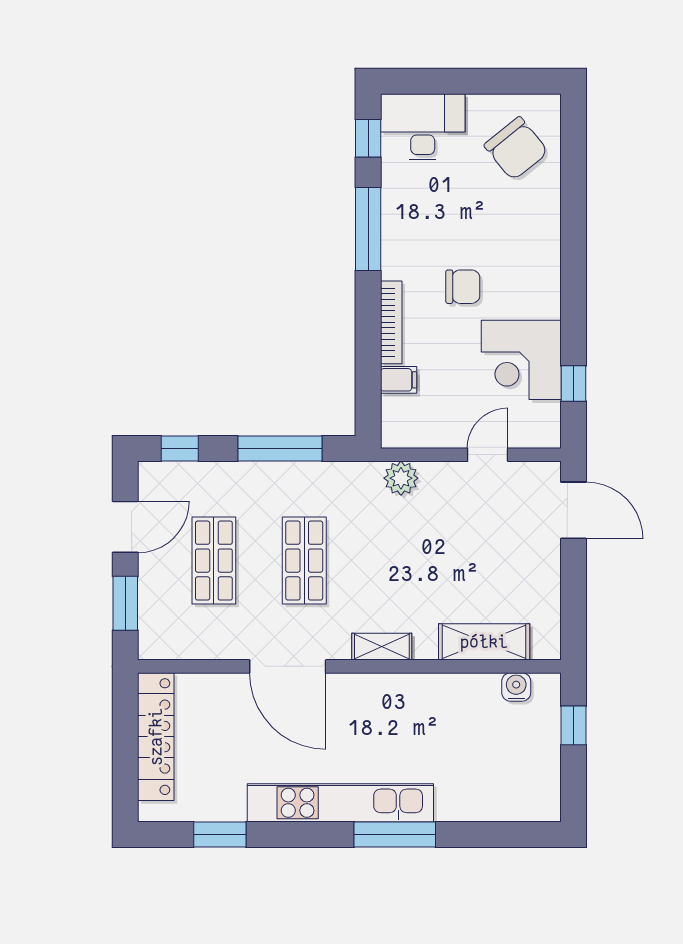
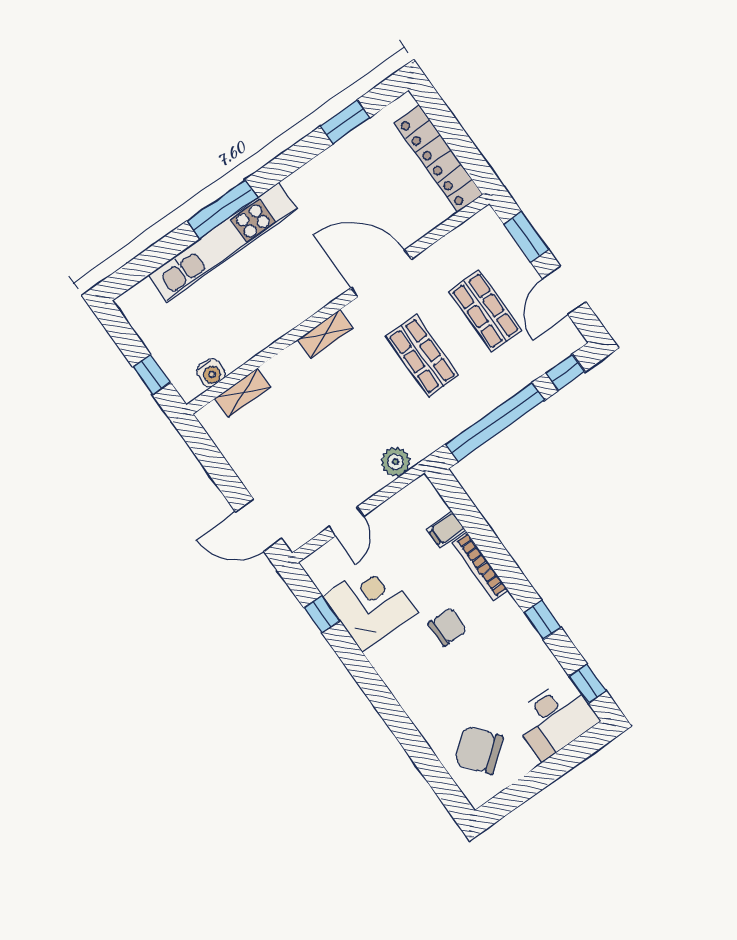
window: (368, 229) -> (543, 620), width x0.46
chair: (463, 287) -> (447, 627), turned 180
window: (280, 449) -> (495, 422), width x1.46
shelving: (484, 642) -> (243, 393), width x0.67, depth x0.75
kitchen unit: (340, 803) -> (223, 242), moved

